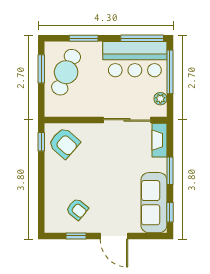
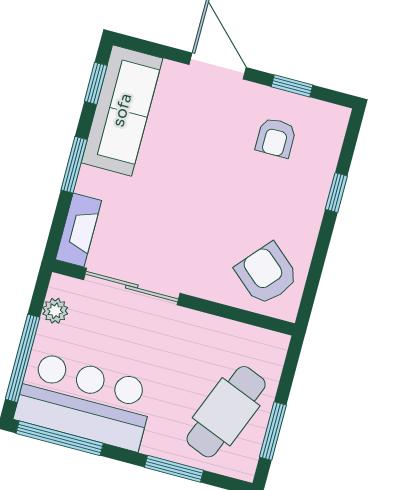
window: (41, 142) -> (336, 193), moved
armchair: (77, 209) -> (276, 138), turned -129

